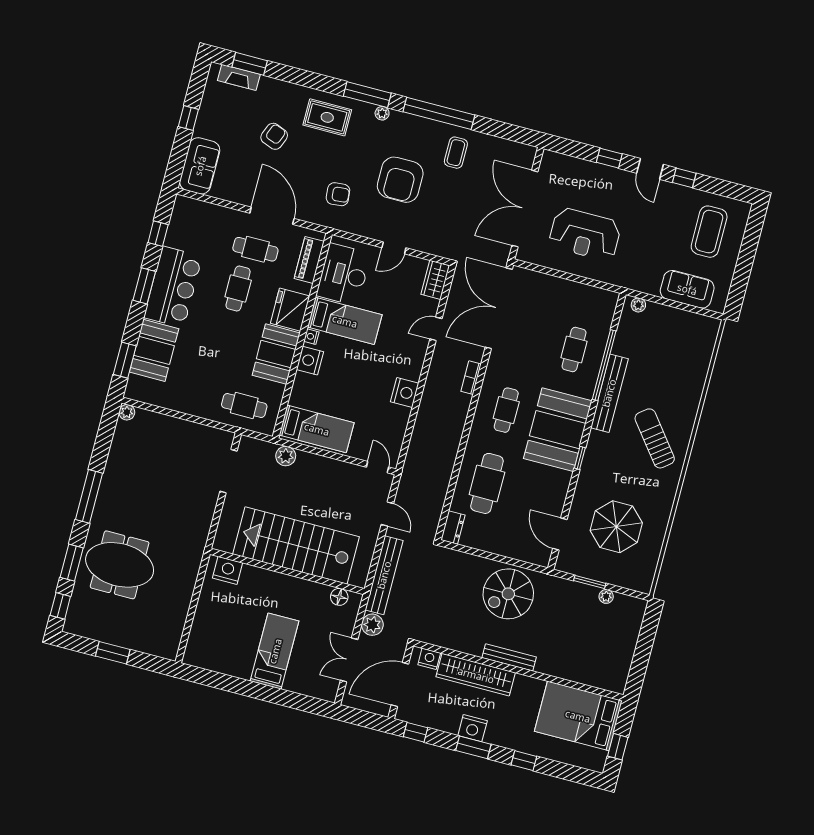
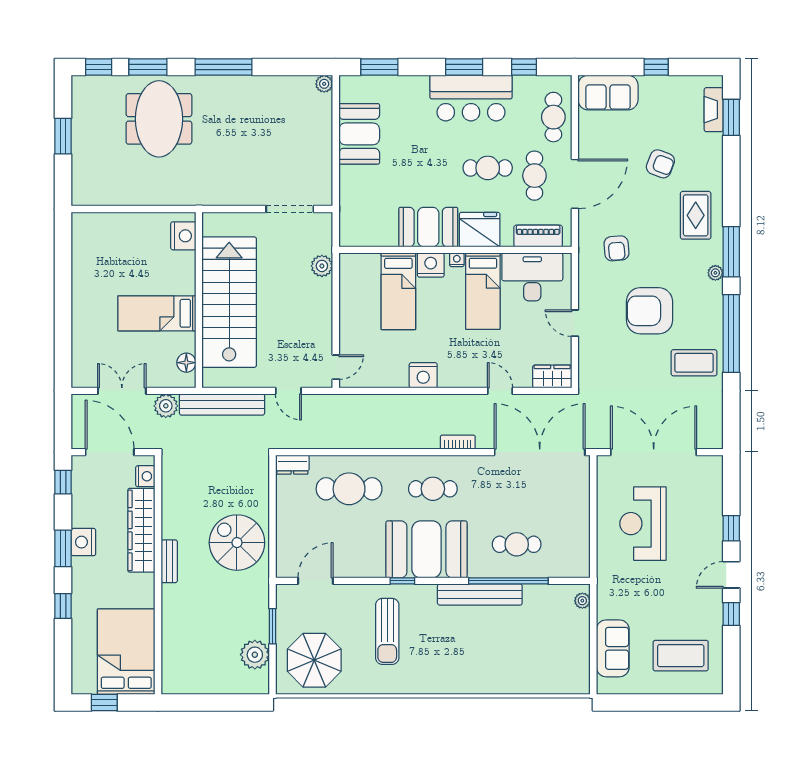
coffee table: (456, 153) -> (694, 363), width x1.36, depth x1.30
booth: (154, 350) -> (359, 134), moved, turned 90
cafe table: (244, 405) -> (553, 117), moved
bed: (317, 429) -> (398, 291), moved
sun lounger: (655, 438) -> (387, 631), moved, turned 128
door: (387, 514) -> (288, 391), hinge flipped
parasol: (616, 527) -> (314, 660), moved
plant: (606, 596) -> (255, 655), width x1.88, depth x1.88
bed: (275, 651) -> (157, 313), moved, turned 180
bench: (509, 657) -> (169, 561), width x0.73

